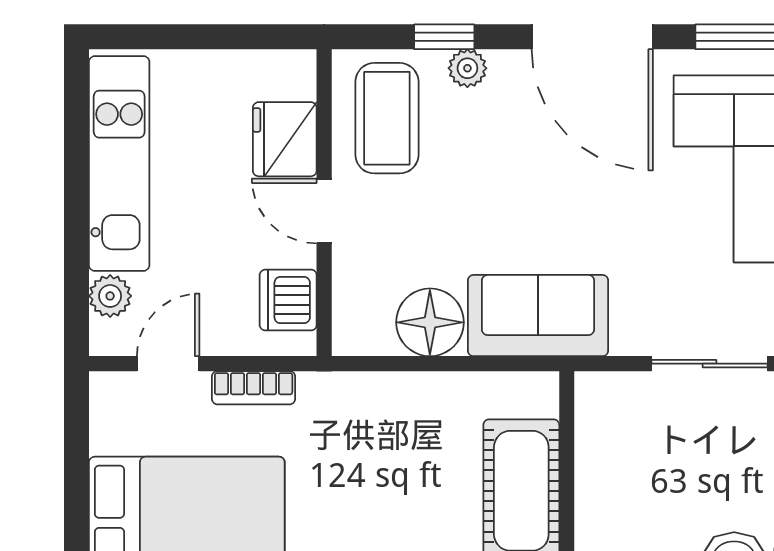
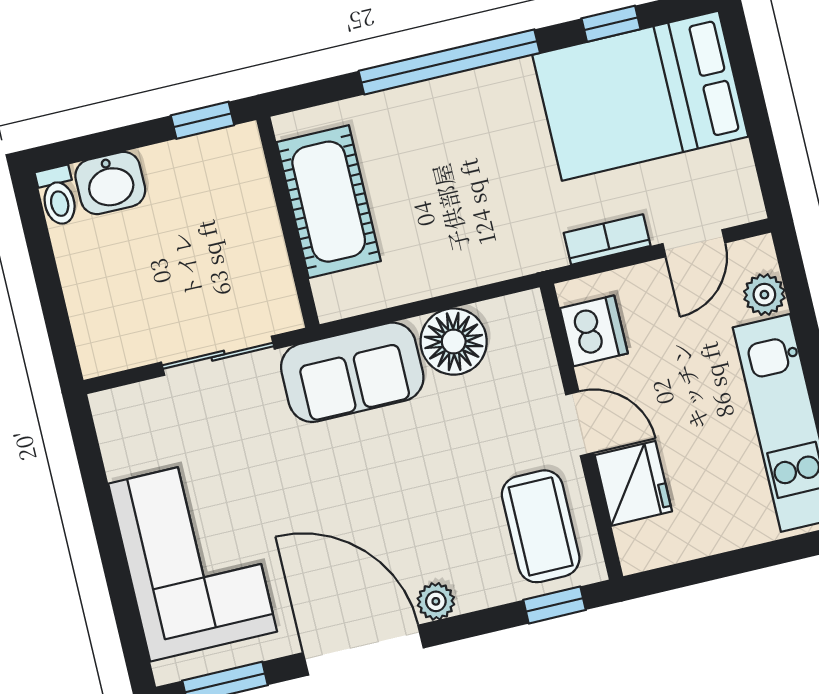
window: (444, 37) -> (554, 605), moved
plant: (467, 68) -> (436, 601), moved
sliding door: (709, 364) -> (218, 356), moved

